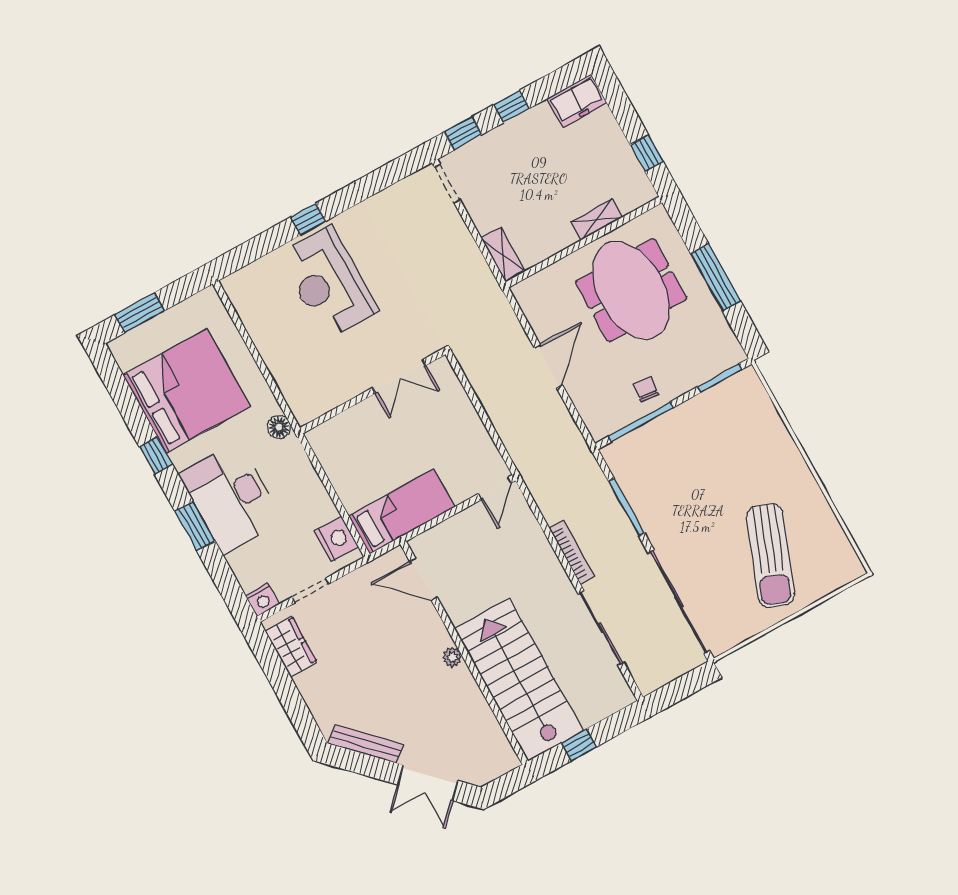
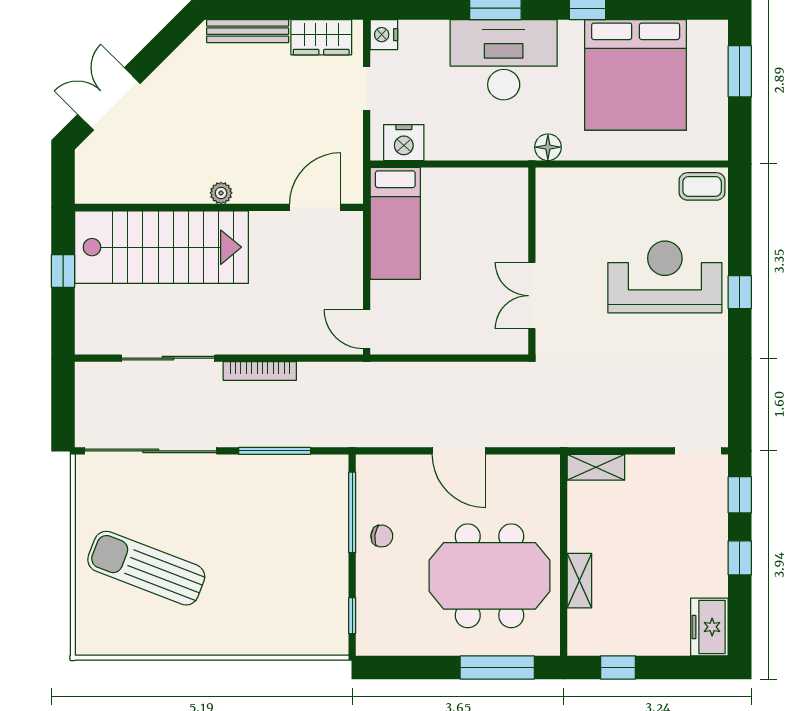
window: (715, 277) -> (497, 668), moved
coffee table: (244, 293) -> (702, 186), added
window: (720, 378) -> (352, 616), width x0.67
bench: (366, 744) -> (248, 31), moved, turned 45

